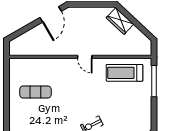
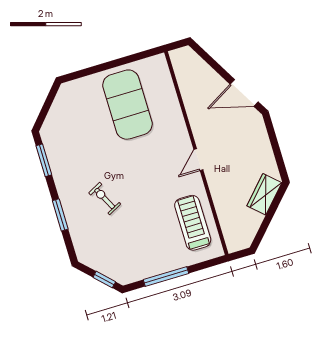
window: (154, 81) -> (166, 276), moved
exercise mat: (35, 92) -> (128, 105), width x2.00, depth x1.45

